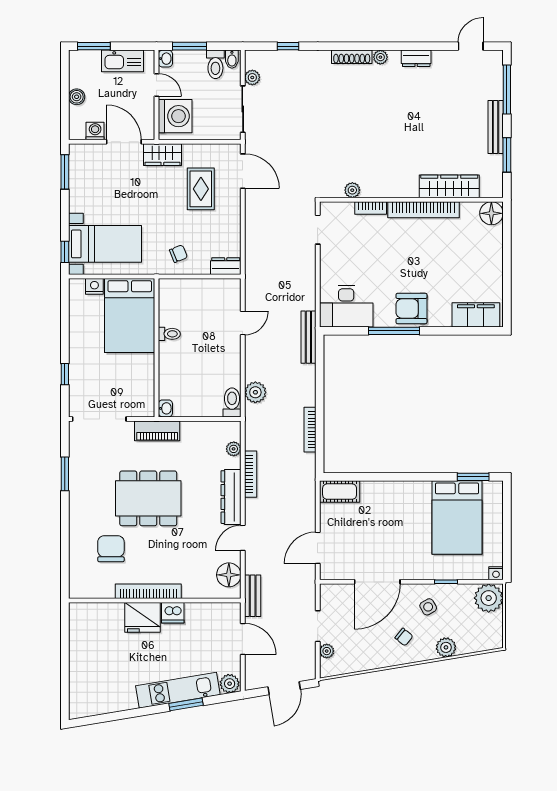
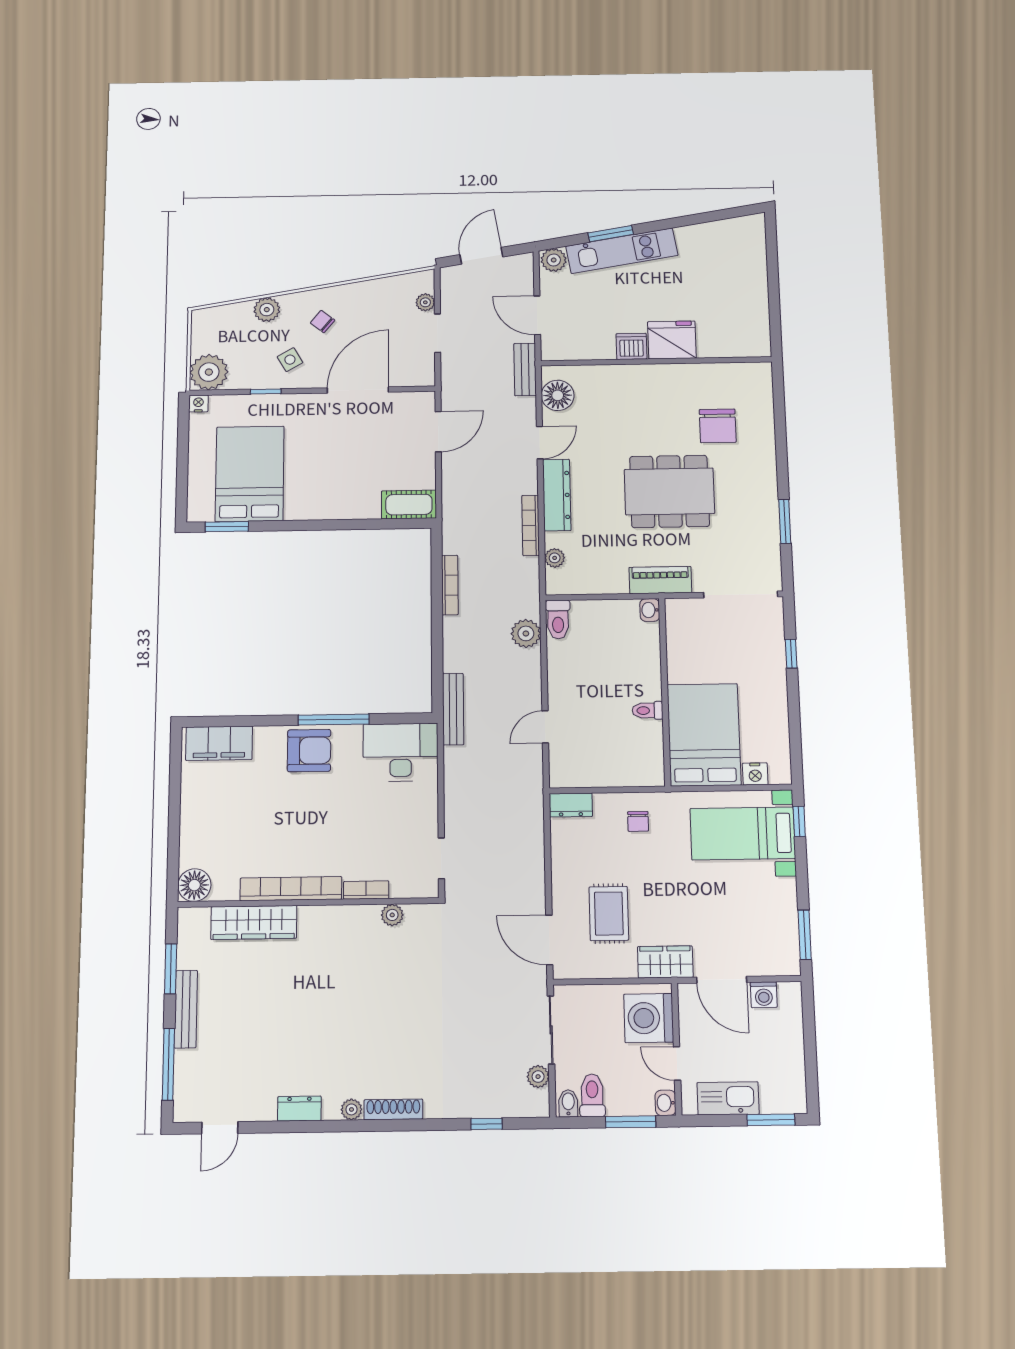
boiler: (77, 97) -> (793, 1044), removed
chair: (178, 254) -> (638, 821), turned -68
bookcase: (148, 591) -> (665, 373), removed

